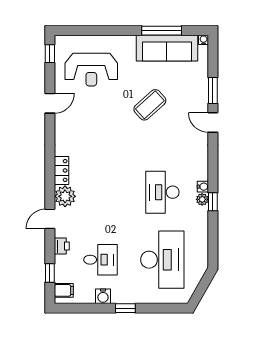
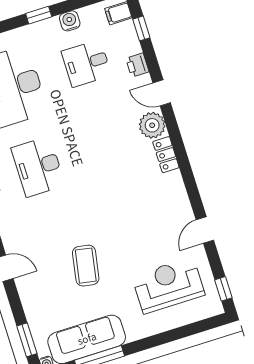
window: (213, 90) -> (27, 340), moved
coffee table: (150, 105) -> (86, 266), turned -38
desk: (162, 192) -> (38, 167), turned 180
door: (50, 219) -> (162, 93), swing flipped

